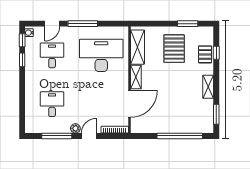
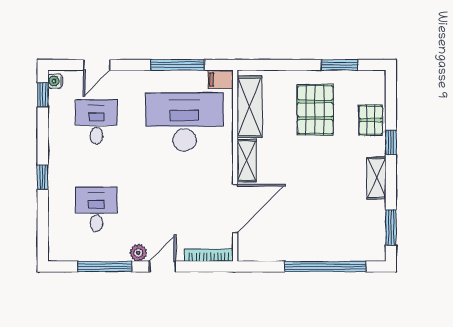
window: (83, 24) -> (178, 65), moved
filing cabinet: (121, 32) -> (221, 79), added
window: (216, 53) -> (391, 143), moved
window: (22, 60) -> (43, 177), moved

